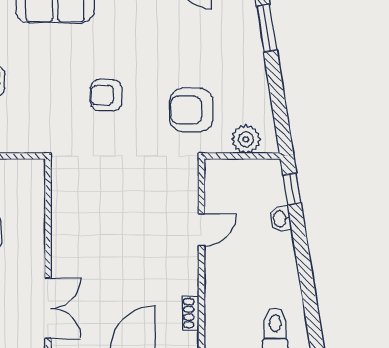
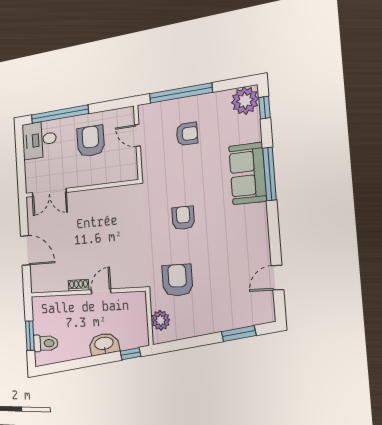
washbasin: (280, 219) -> (104, 344), width x1.91, depth x1.45
door: (202, 230) -> (101, 291), swing flipped
shoe rack: (191, 313) -> (79, 285), moved

